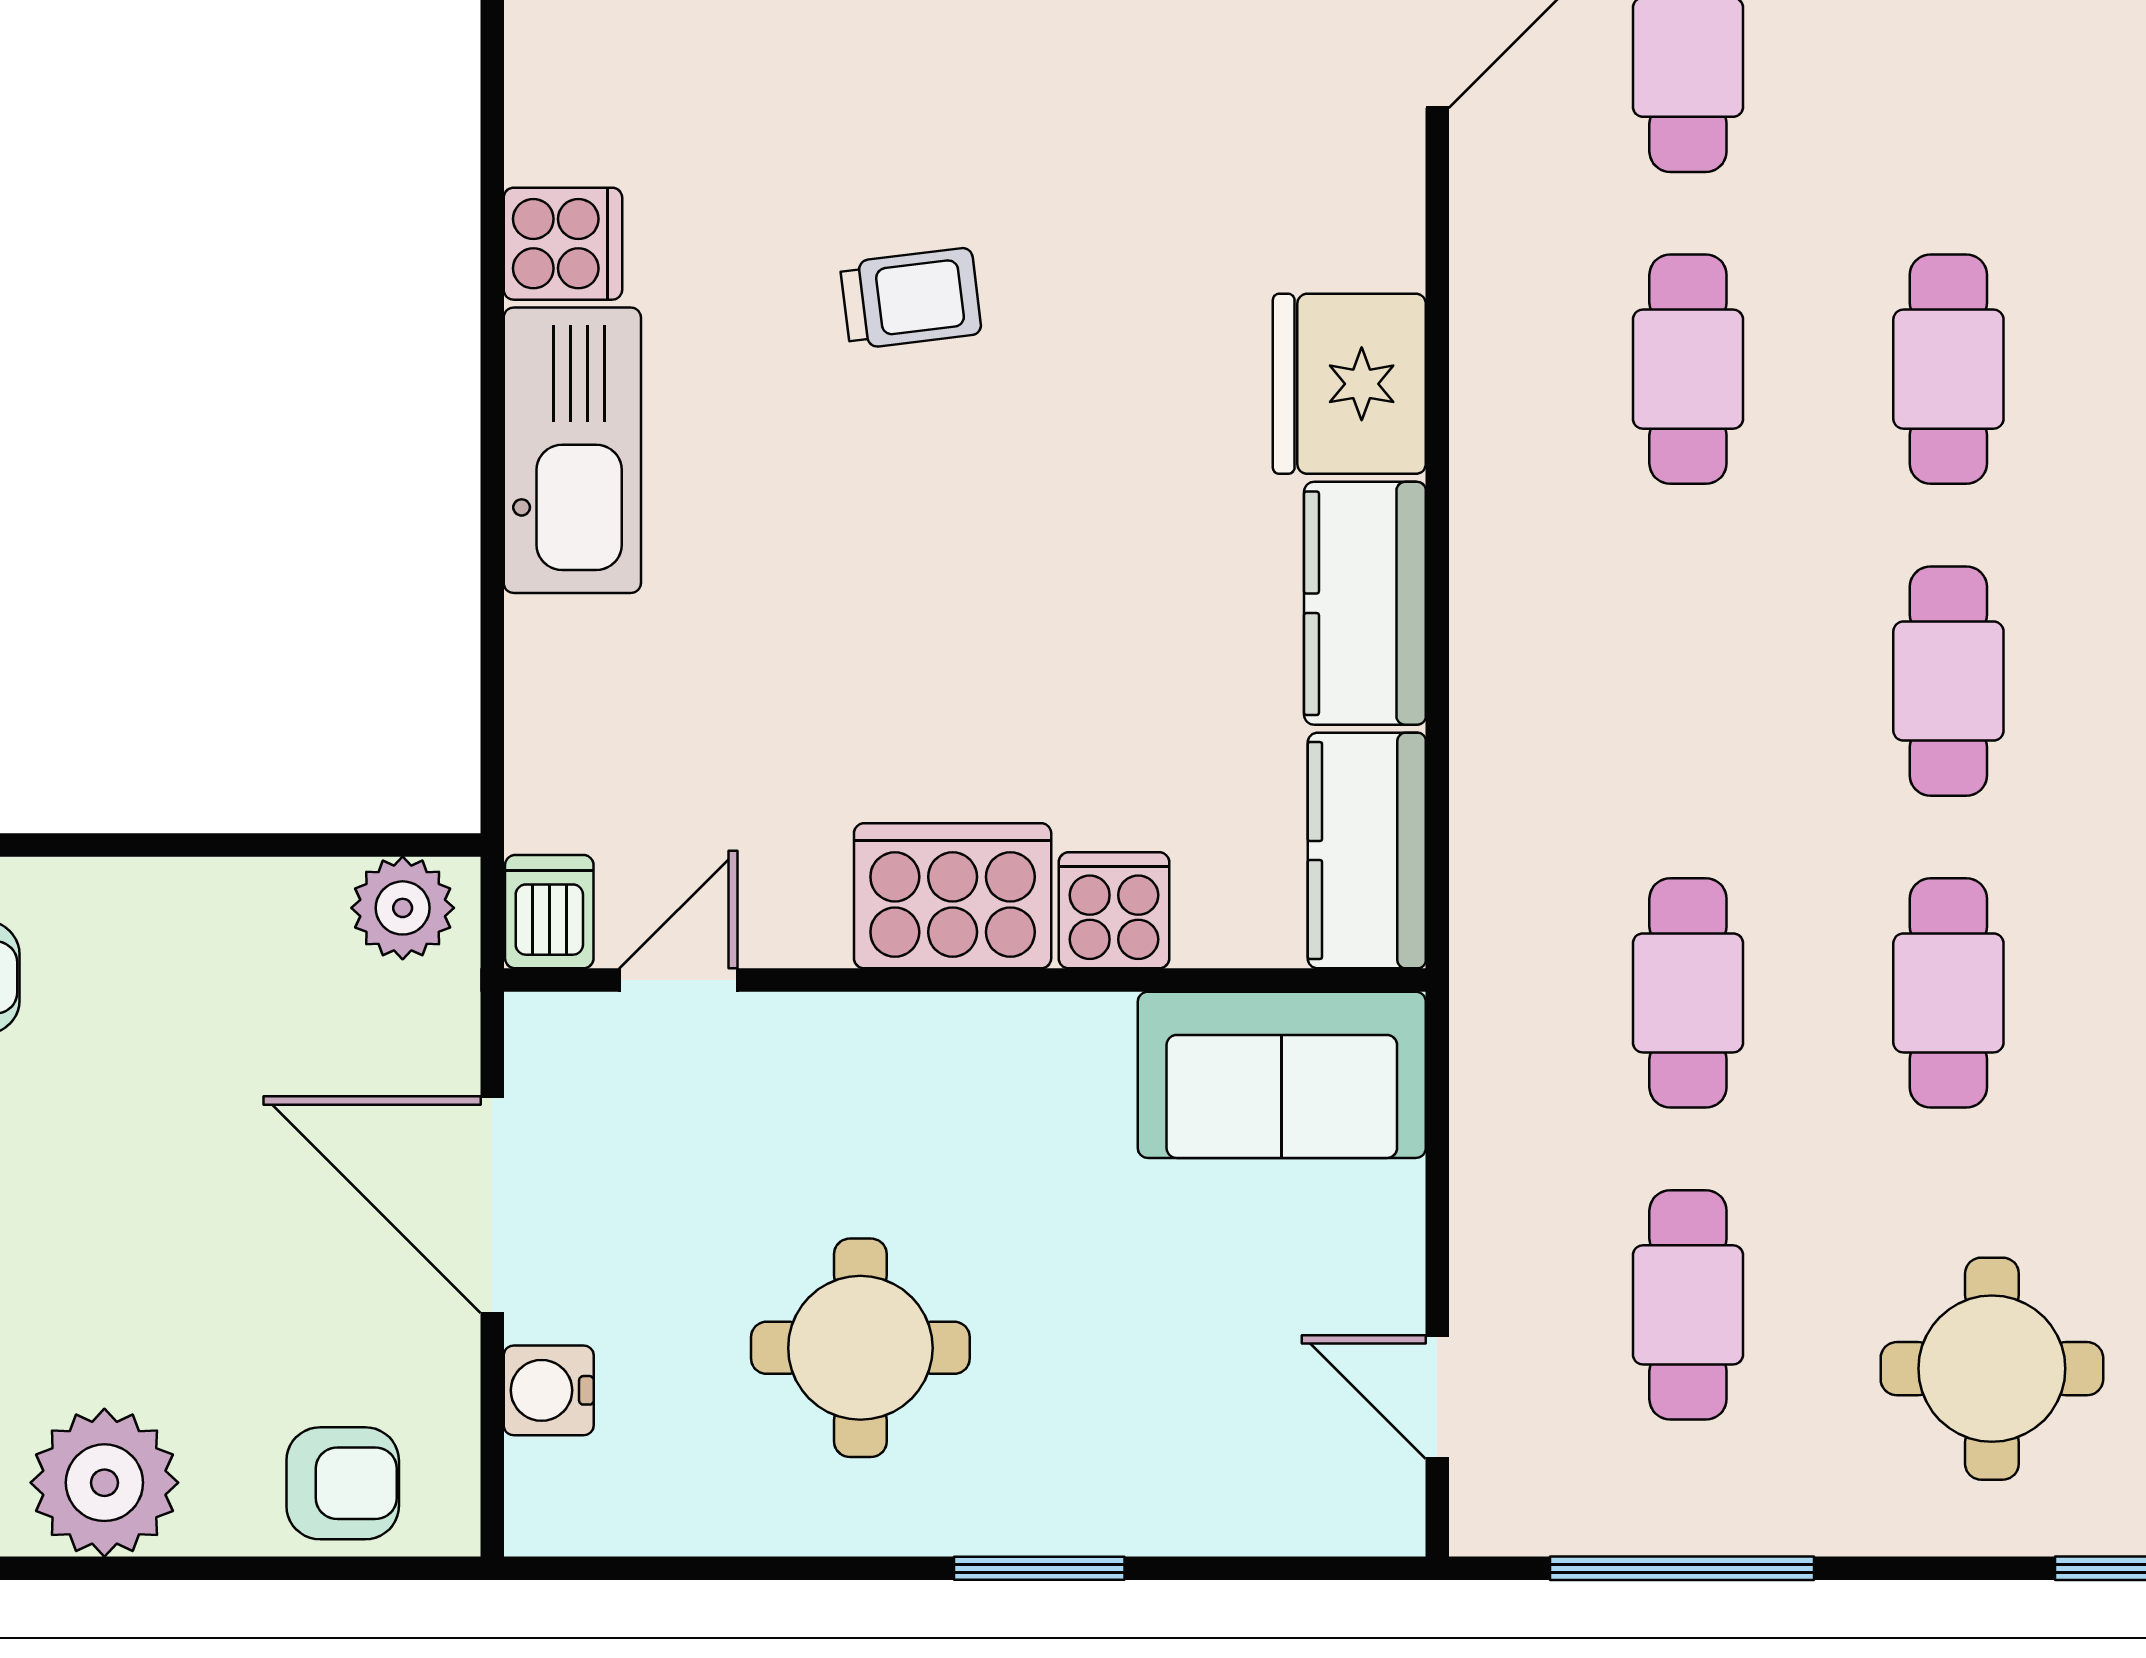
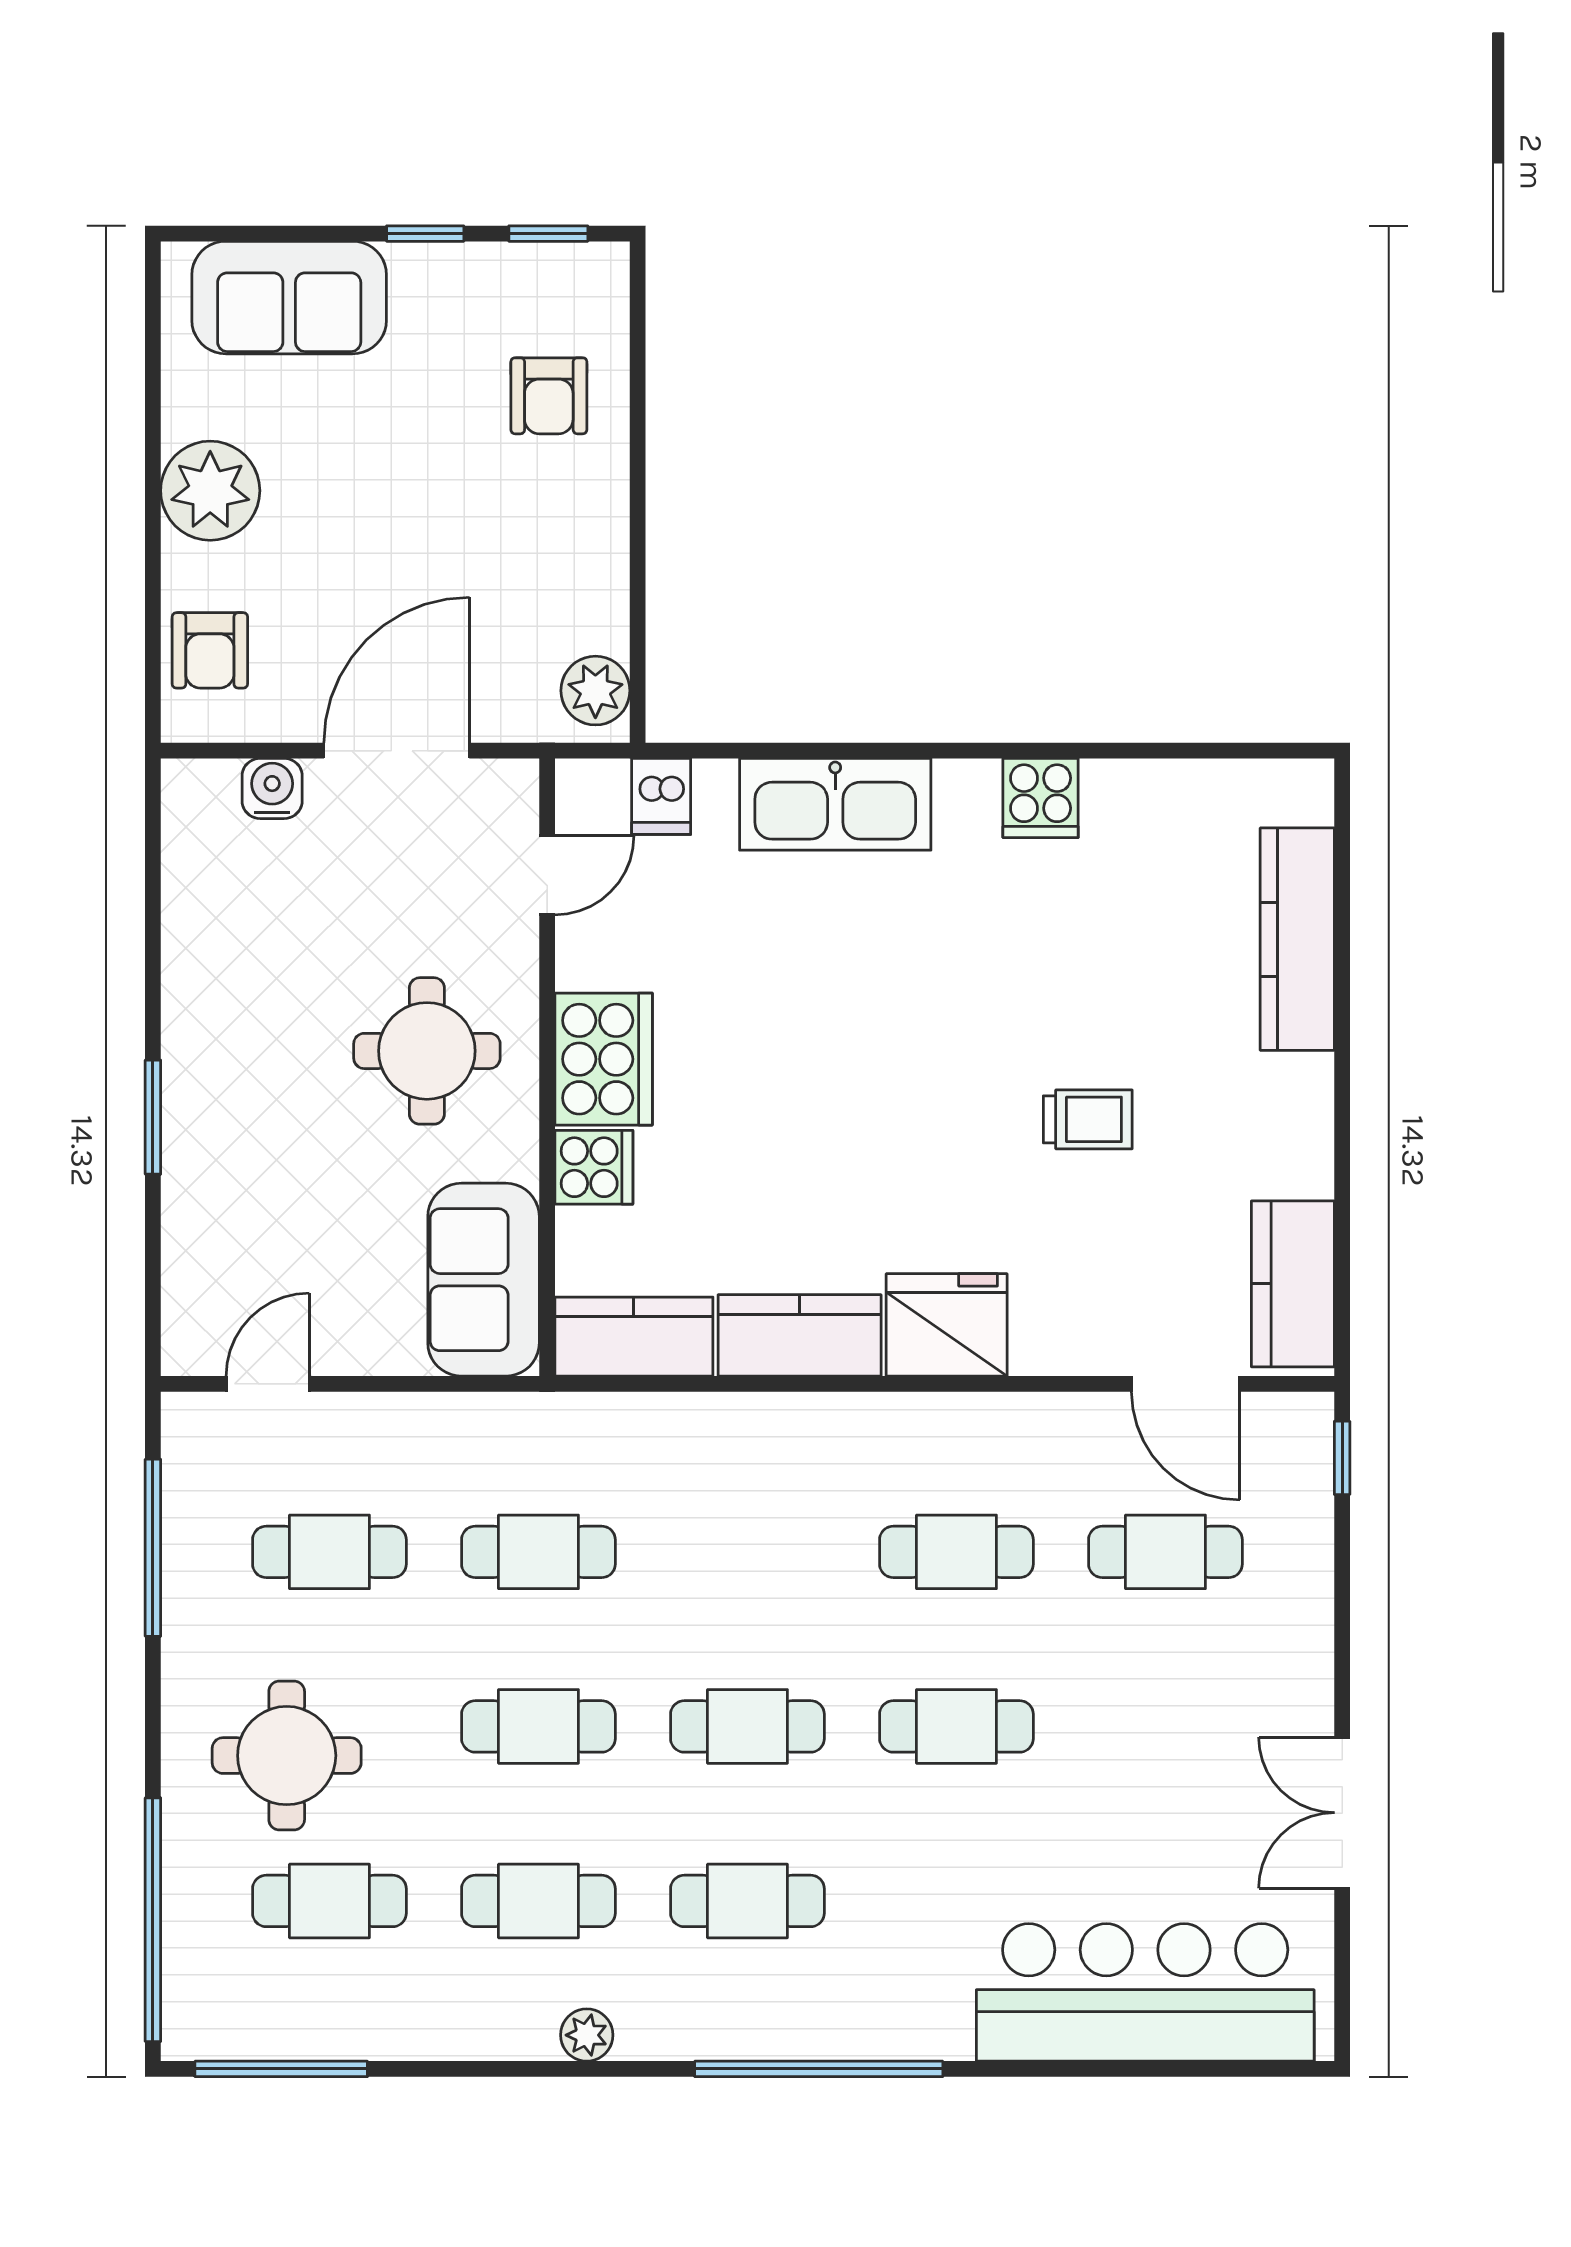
trolley: (911, 298) -> (1088, 1119), moved, turned -83
kitchen sink: (572, 450) -> (835, 804), moved
dishwasher: (549, 912) -> (661, 796), moved, turned 90
door: (678, 980) -> (547, 875), hinge flipped
round table: (860, 1348) -> (427, 1051), moved

